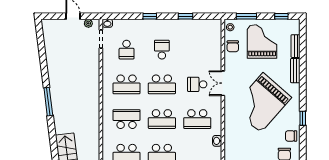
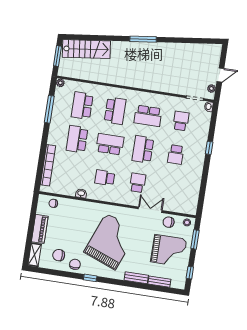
window: (186, 16) -> (204, 182), removed
school desk: (127, 50) -> (181, 121), turned 90
school desk: (162, 50) -> (176, 154), turned 90
double door: (223, 83) -> (150, 210), moved
school desk: (127, 84) -> (148, 116), turned -90
grand piano: (262, 103) -> (111, 241), turned 70
school desk: (162, 119) -> (110, 144), turned 90
school desk: (197, 119) -> (105, 178), width x0.54

